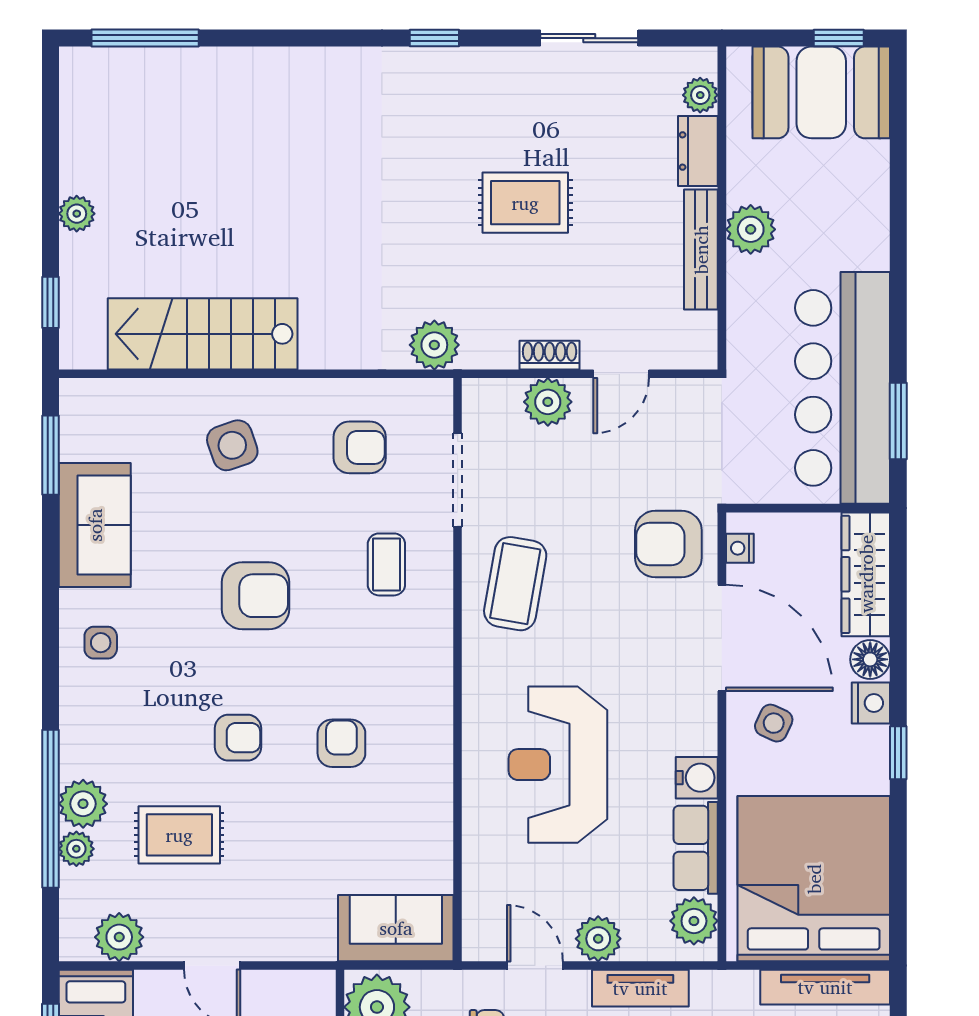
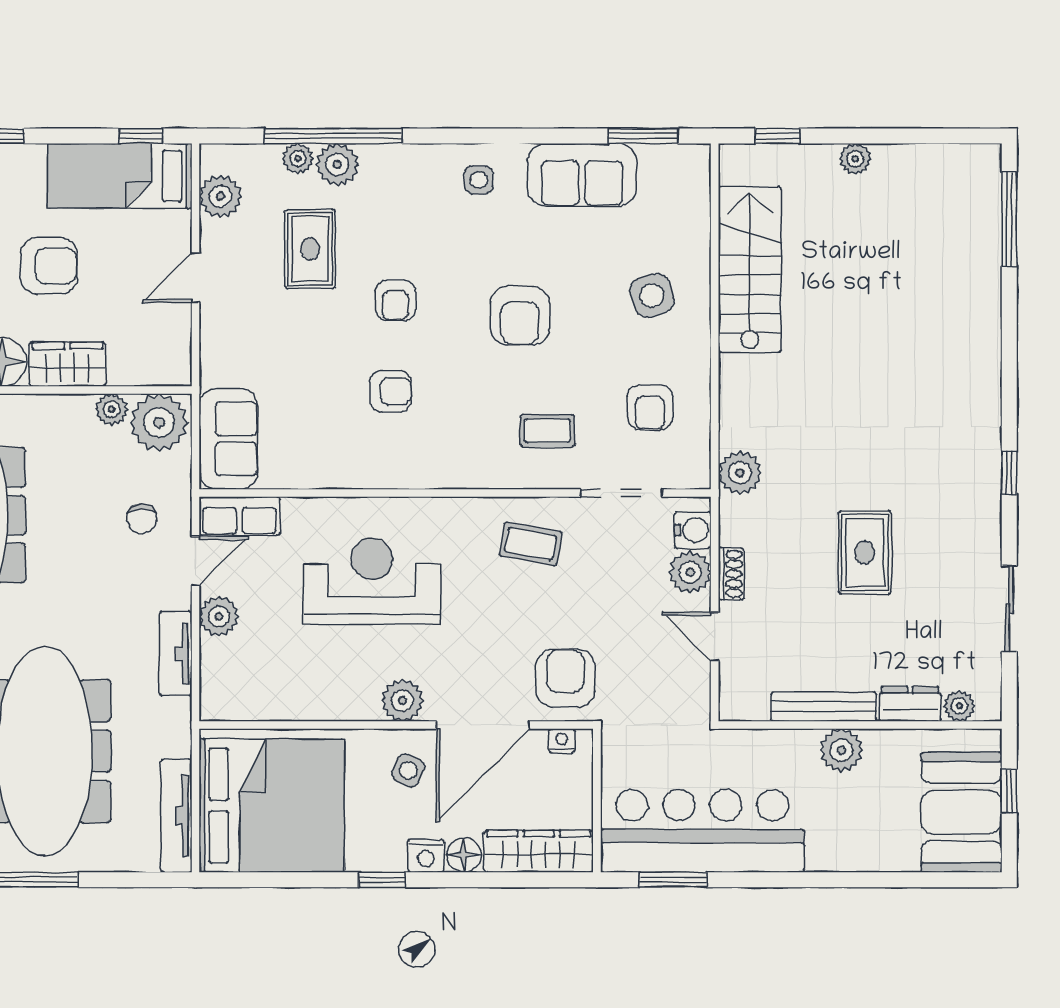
window: (839, 38) -> (1009, 791), moved
coffee table: (515, 584) -> (531, 544), width x0.73, depth x0.77
water cooler: (697, 778) -> (693, 530), moved, turned -90
row of seats: (696, 848) -> (240, 516), moved, turned 180
plant: (694, 921) -> (402, 701), moved

